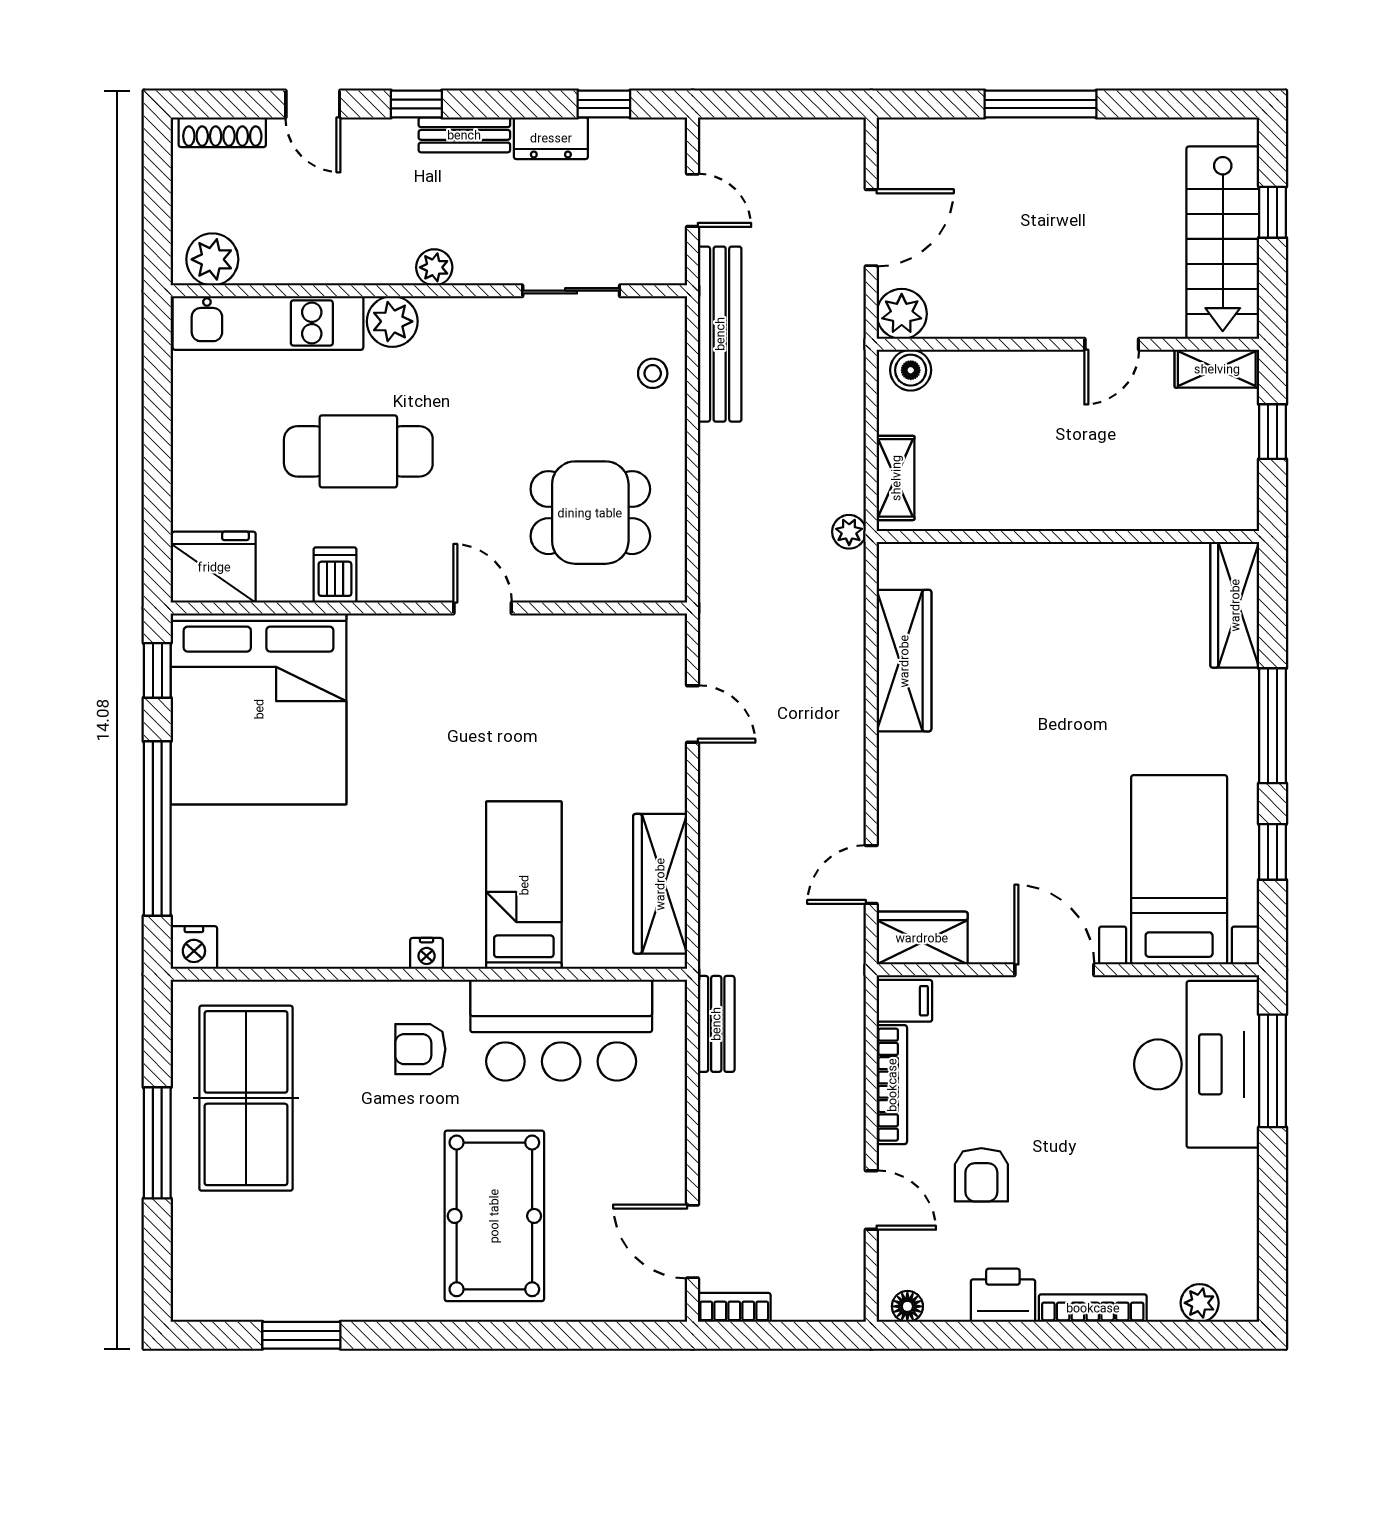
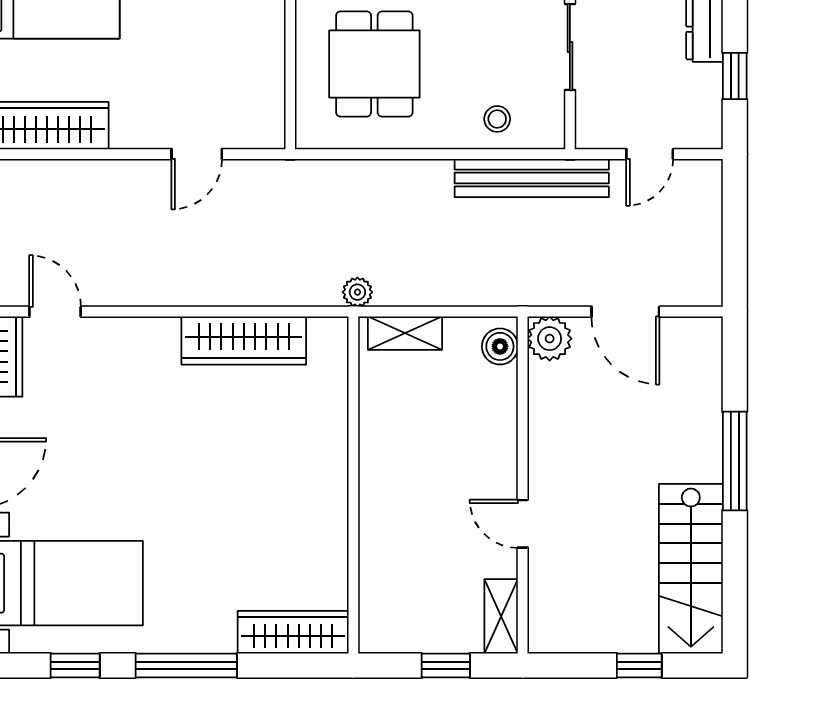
stairs: (1223, 243) -> (691, 569), moved, turned -90

